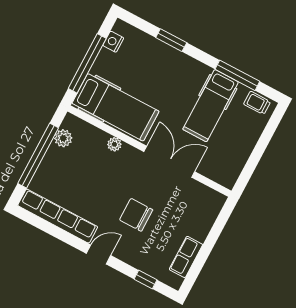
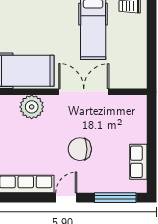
plant: (114, 144) -> (32, 107), width x1.88, depth x1.88
window: (145, 279) -> (115, 198), width x2.17

